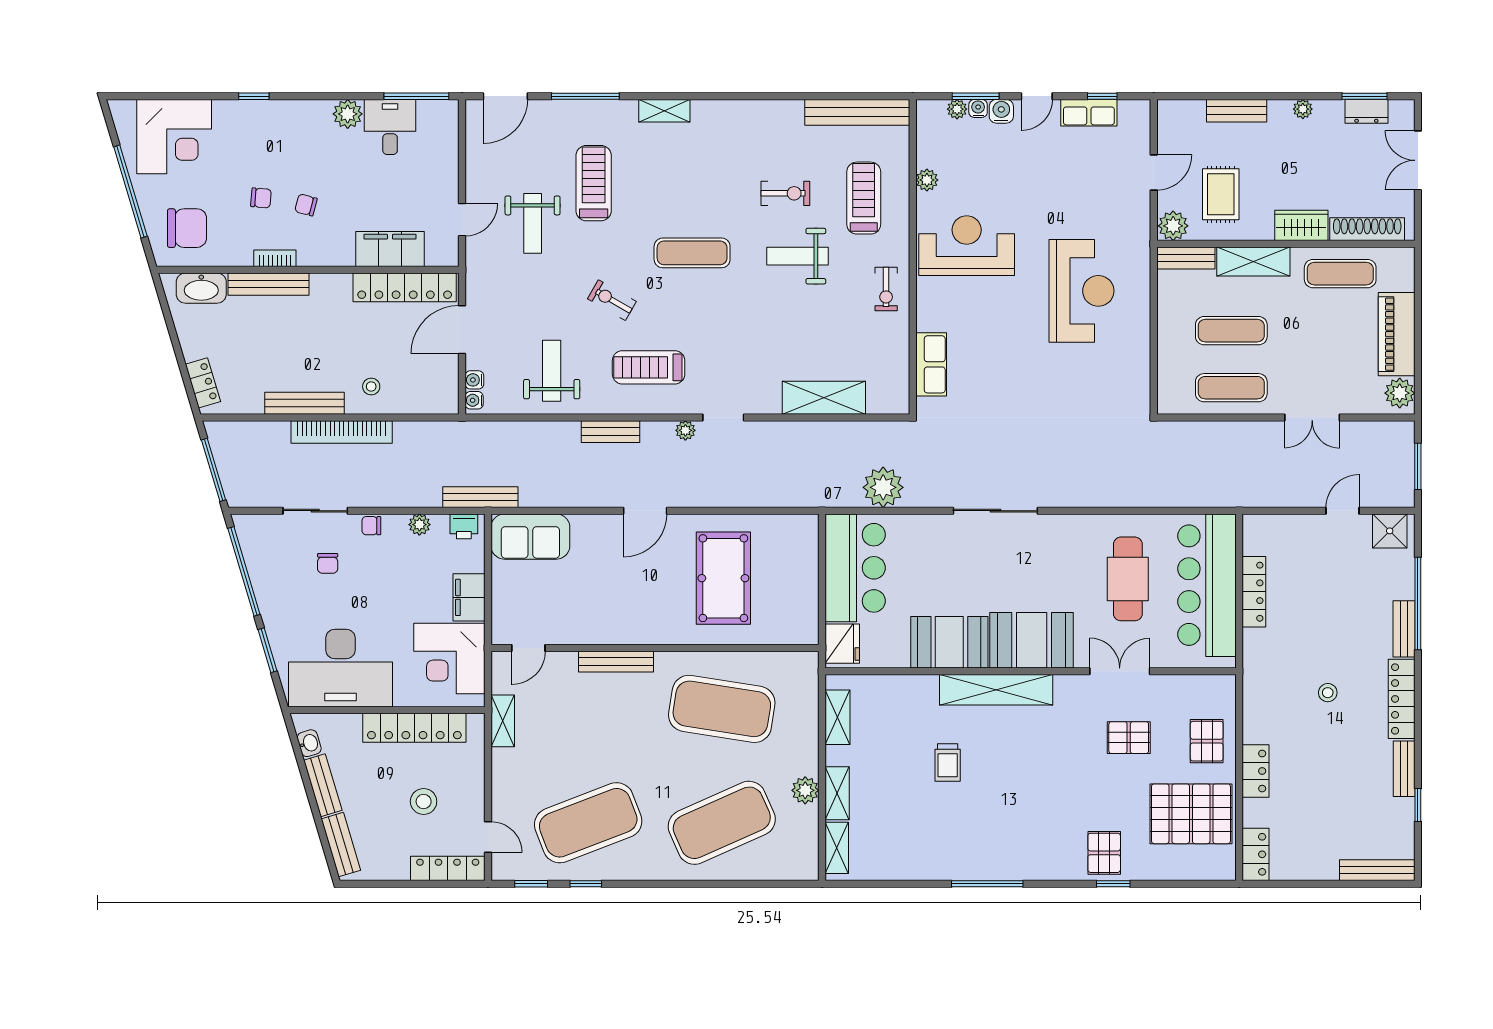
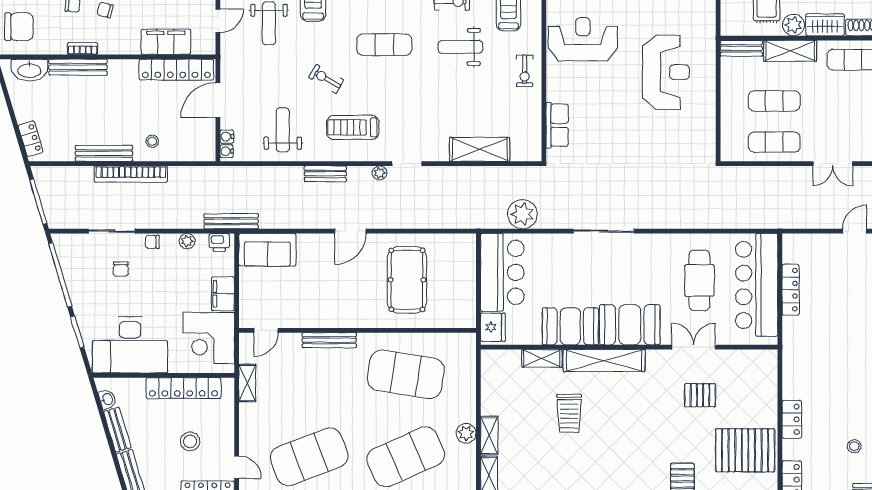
plant: (1173, 226) -> (793, 25), moved
stool: (1328, 693) -> (854, 446), moved
shelving: (838, 717) -> (542, 358), moved, turned 90
pallet: (1207, 741) -> (756, 398), removed
trolley: (948, 763) -> (569, 413), width x1.36, depth x1.39

